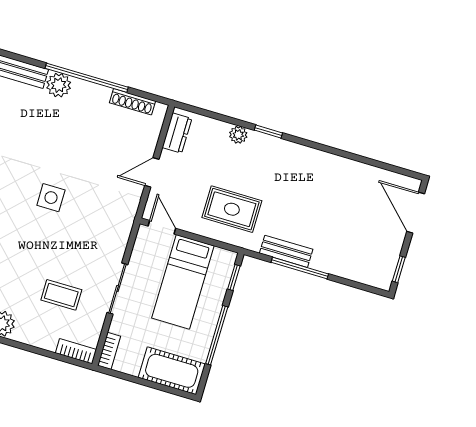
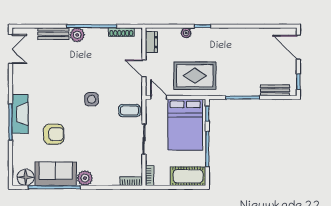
door: (152, 172) -> (144, 68), hinge flipped
rug: (232, 209) -> (195, 76), width x1.36, depth x1.43
bench: (286, 251) -> (275, 90), moved
bed: (183, 282) -> (185, 125), width x1.50
coffee table: (61, 295) -> (129, 111), moved

